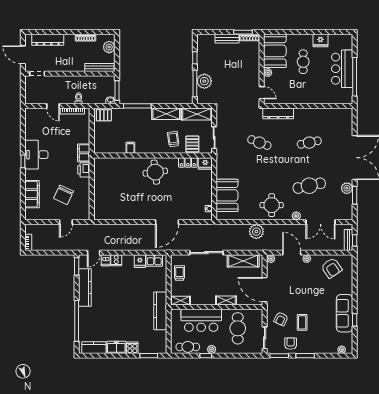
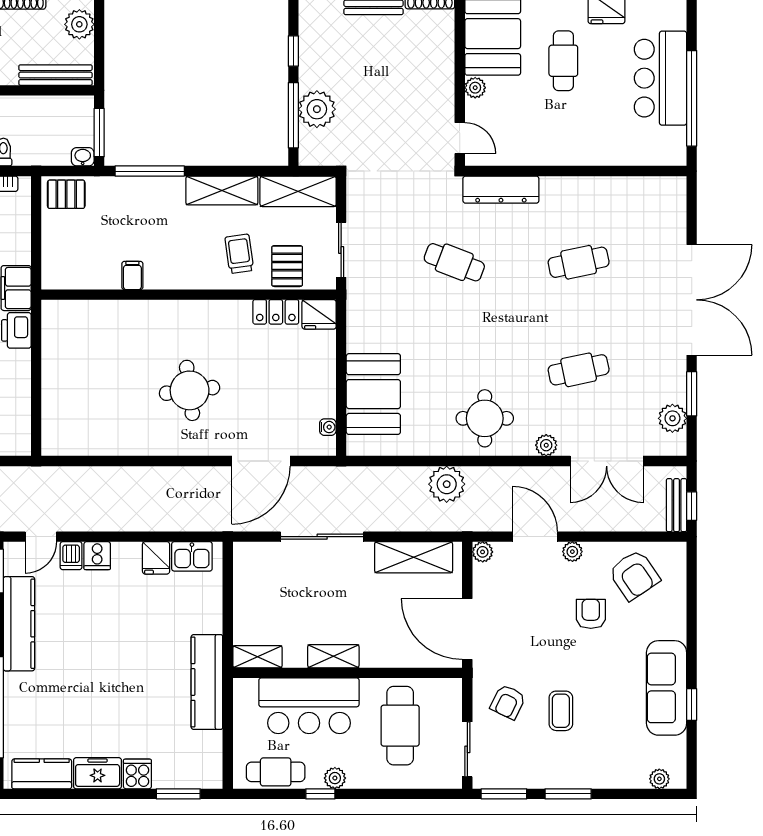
round table: (155, 172) -> (190, 390), moved
cafe table: (309, 186) -> (579, 370), width x0.73, depth x0.74
plant: (347, 188) -> (672, 418), moved
door: (167, 222) -> (261, 461), moved
trolley: (180, 273) -> (255, 588), removed
shelving: (226, 300) -> (333, 656), moved
armchair: (291, 344) -> (591, 614), moved

